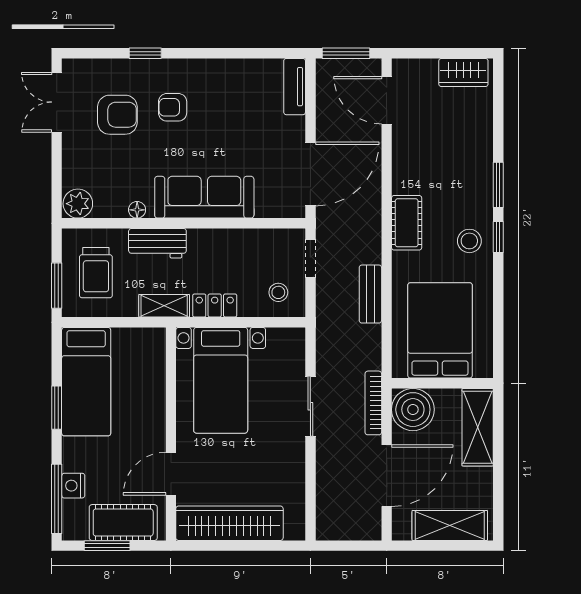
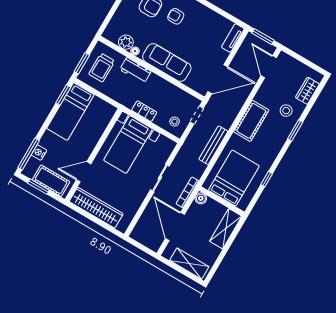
wardrobe: (463, 73) -> (307, 91), moved, turned 90
plant: (78, 204) -> (126, 42), moved
cot: (407, 223) -> (251, 121), width x1.37, depth x1.34
window: (498, 237) -> (267, 179), moved
stool: (469, 241) -> (286, 111), moved
bench: (370, 294) -> (213, 145), width x1.36
shelving: (164, 306) -> (123, 99), removed
window: (57, 408) -> (63, 95), moved
boiler: (413, 410) -> (201, 198), width x0.54, depth x0.54
door: (387, 476) -> (175, 227), swing flipped

